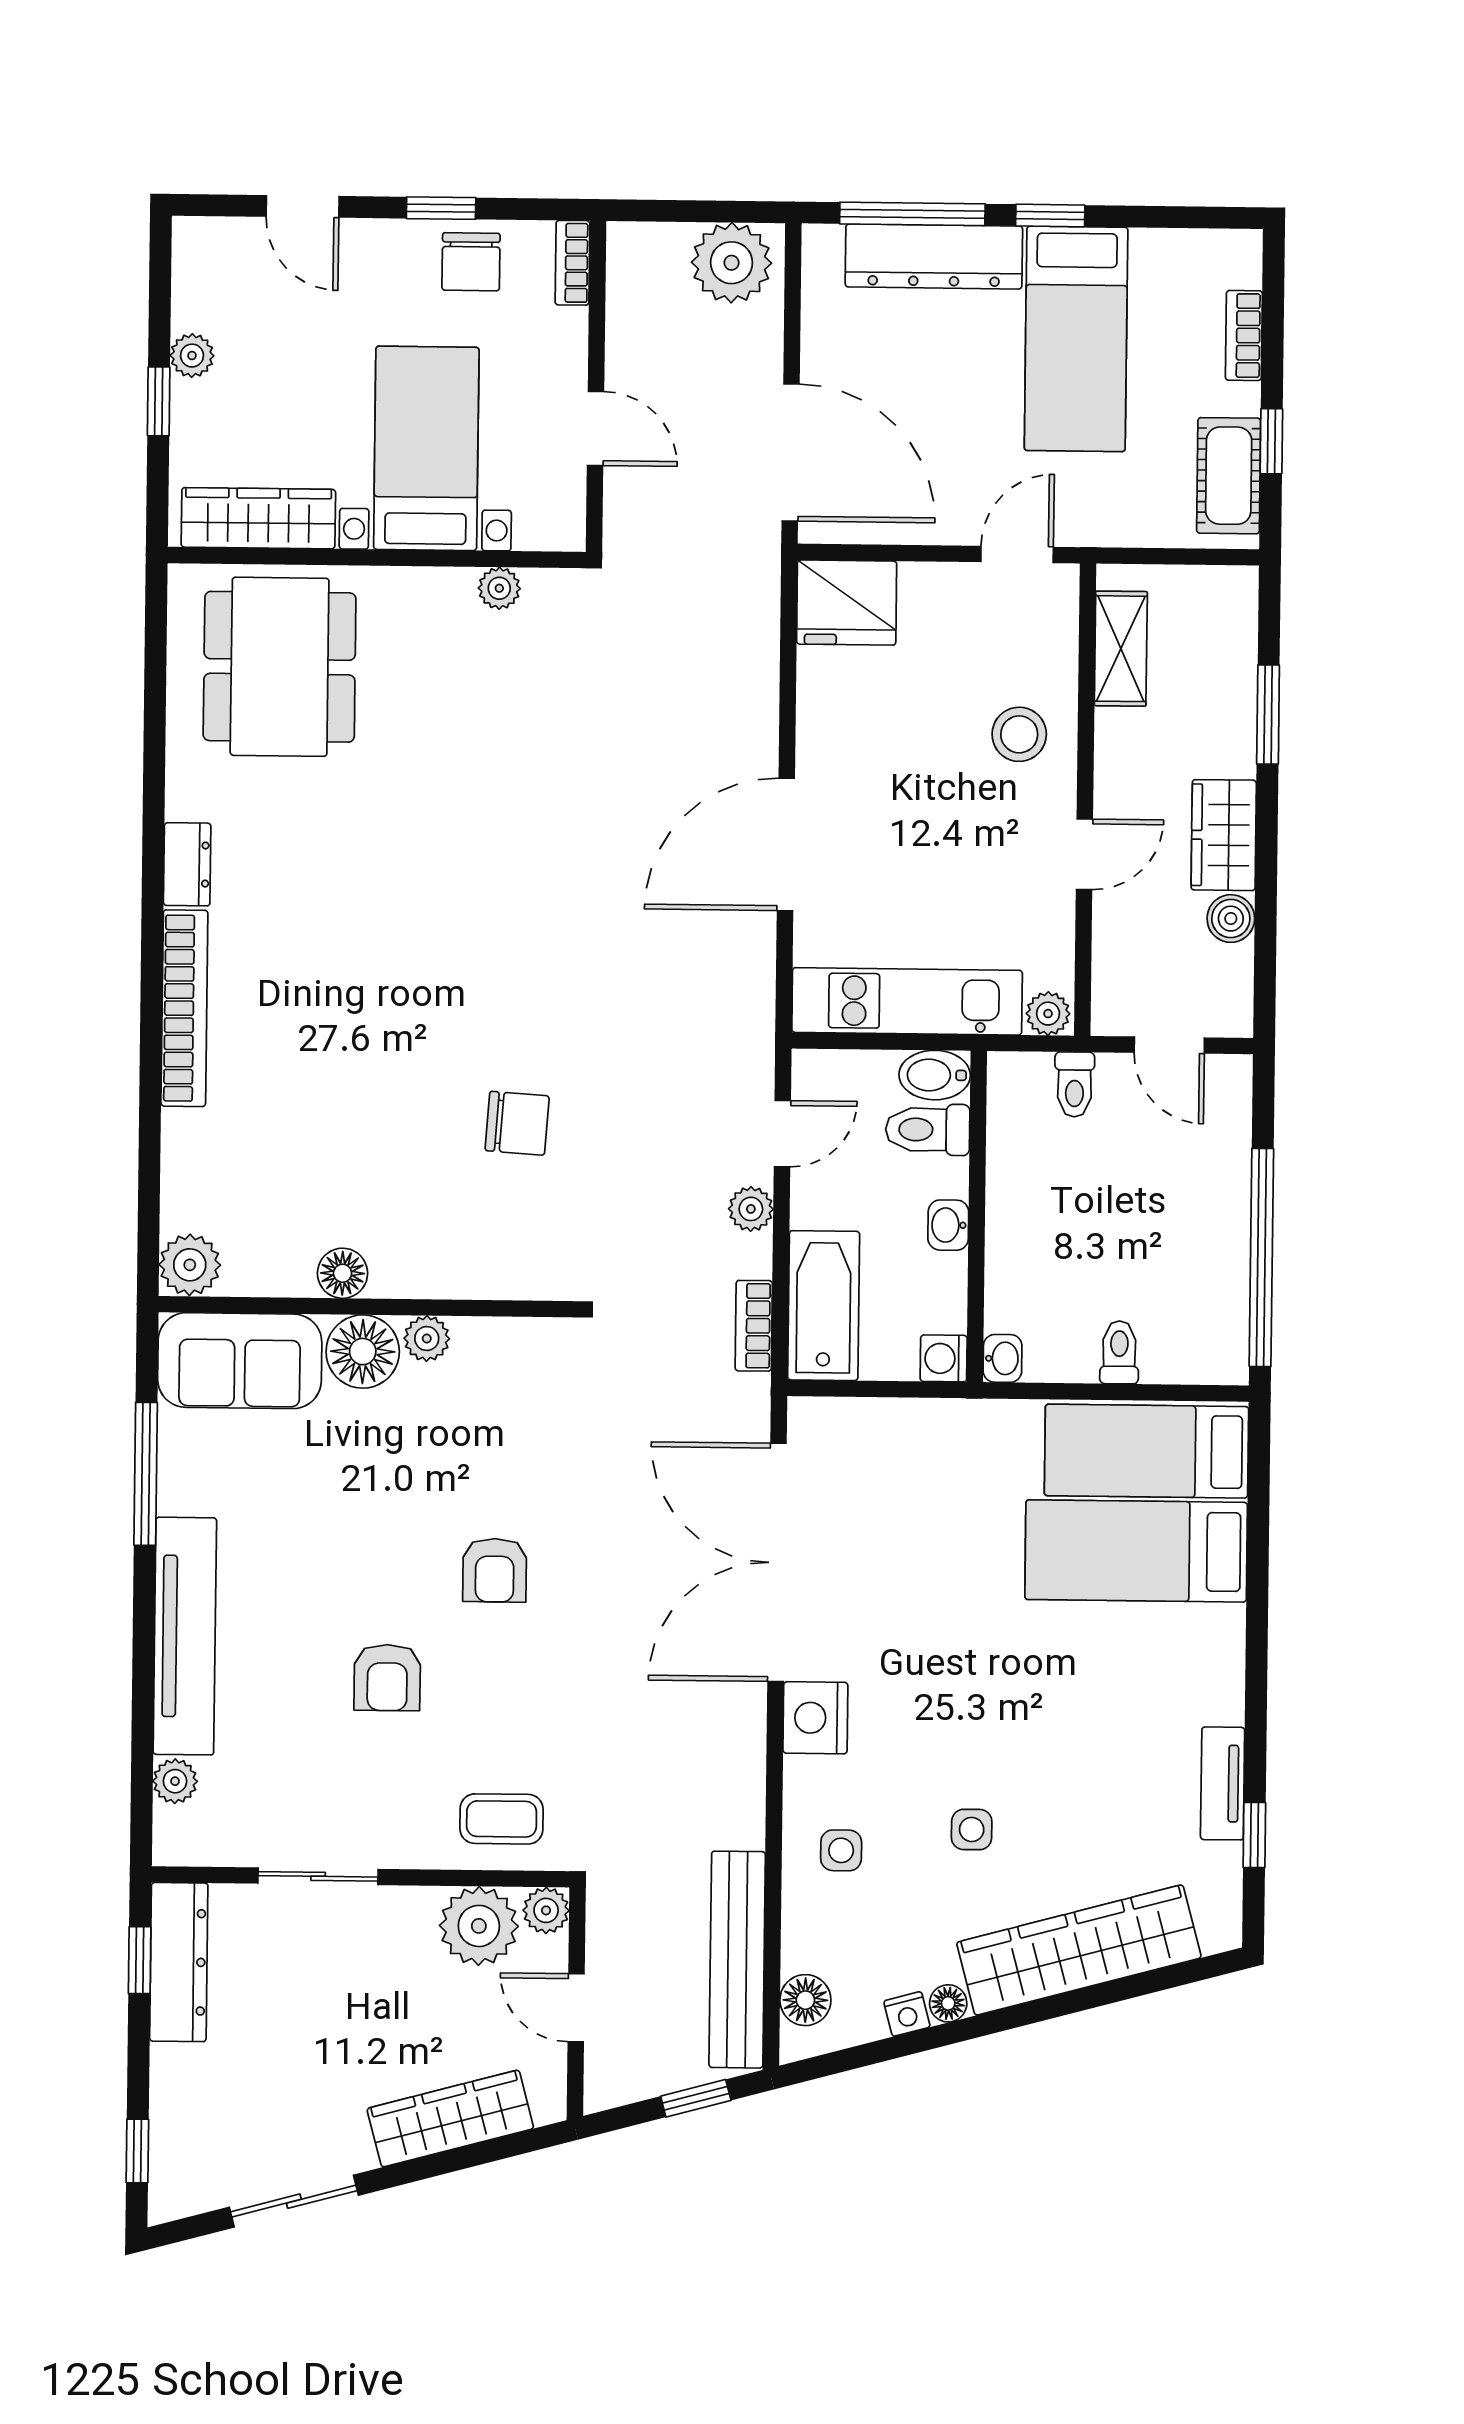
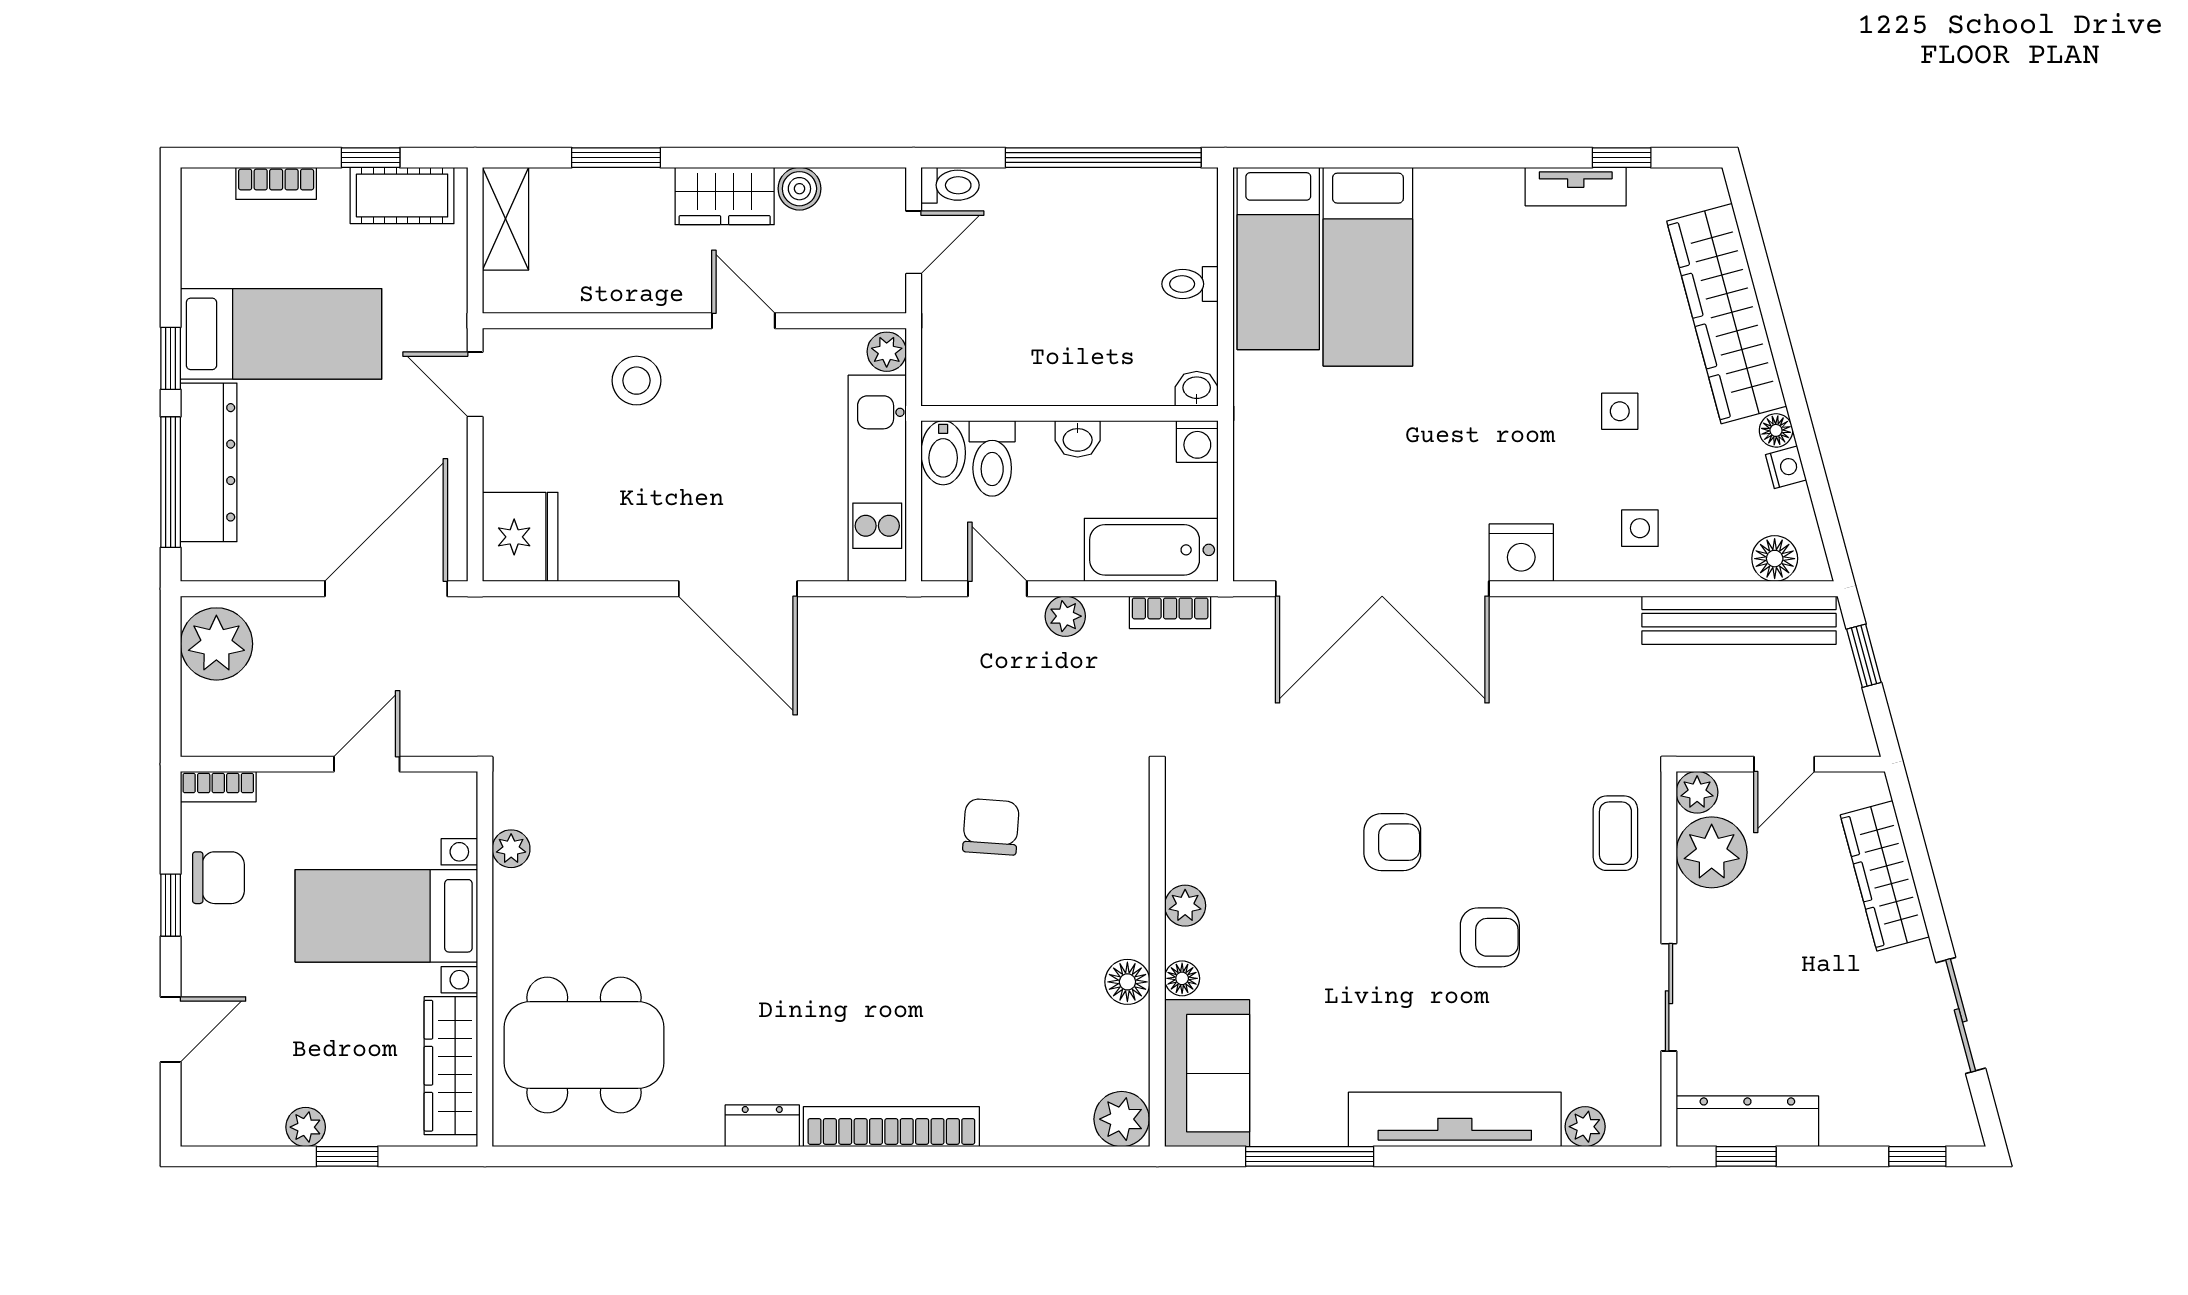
shelving: (1121, 649) -> (506, 219), moved, turned 90
toilet: (1075, 1084) -> (950, 185), moved
floor lamp: (363, 1352) -> (1182, 978), width x0.53, depth x0.53

